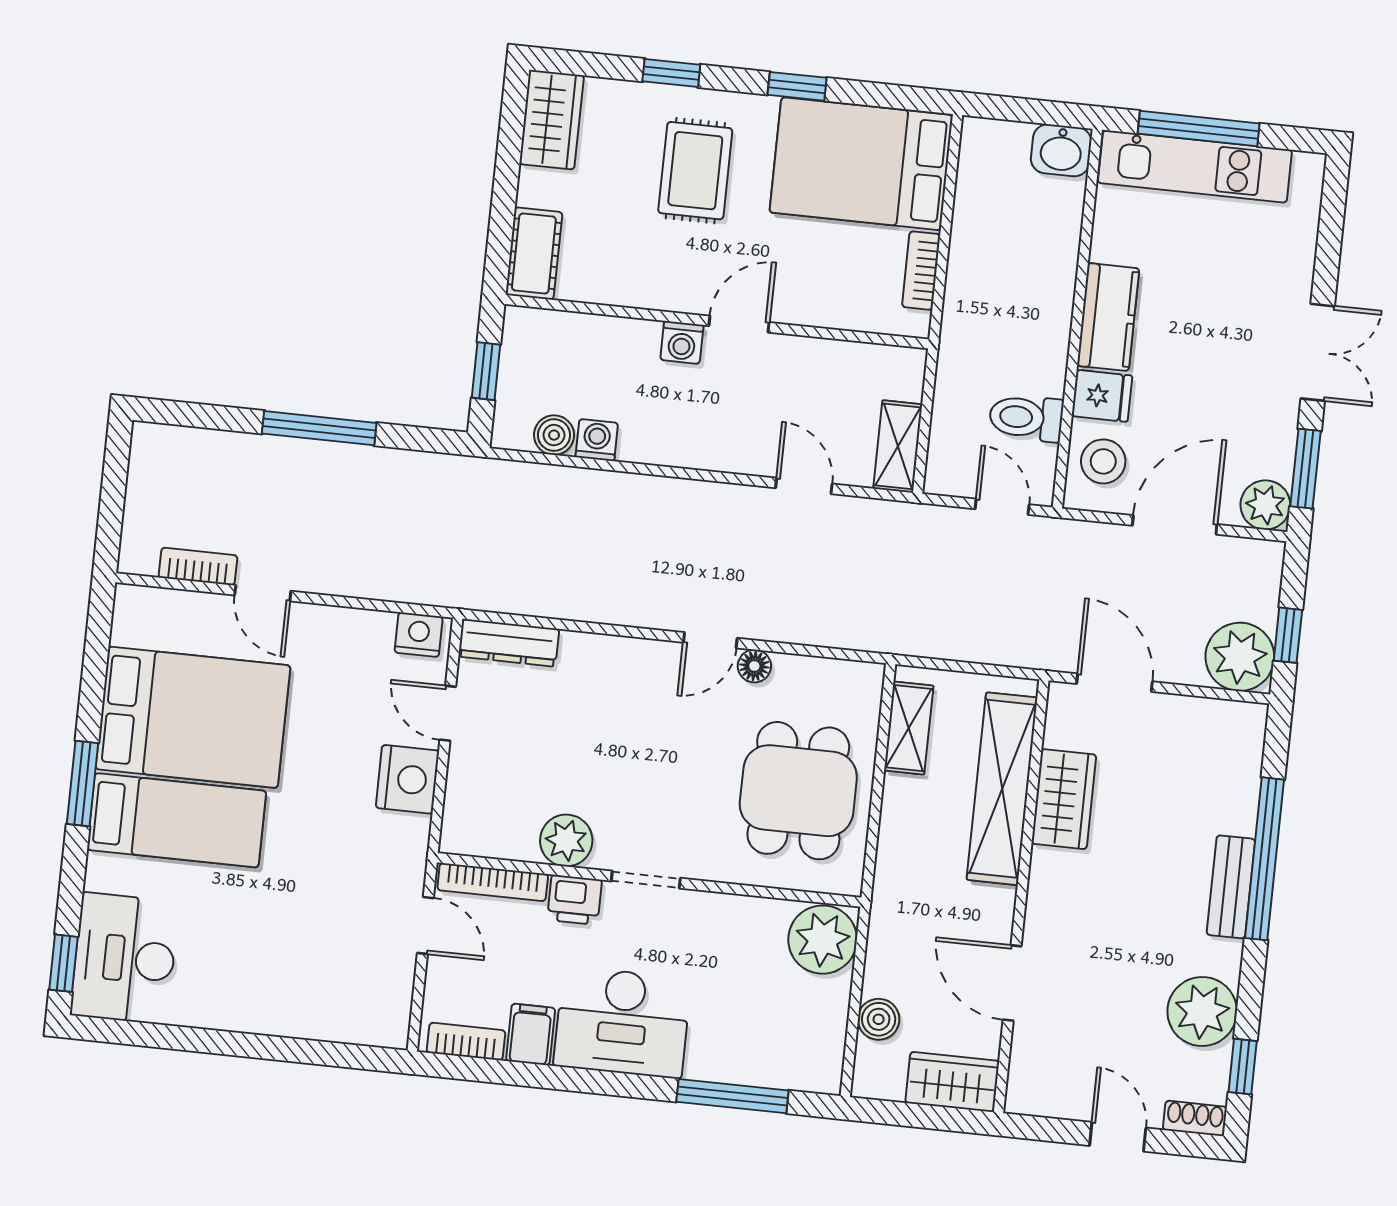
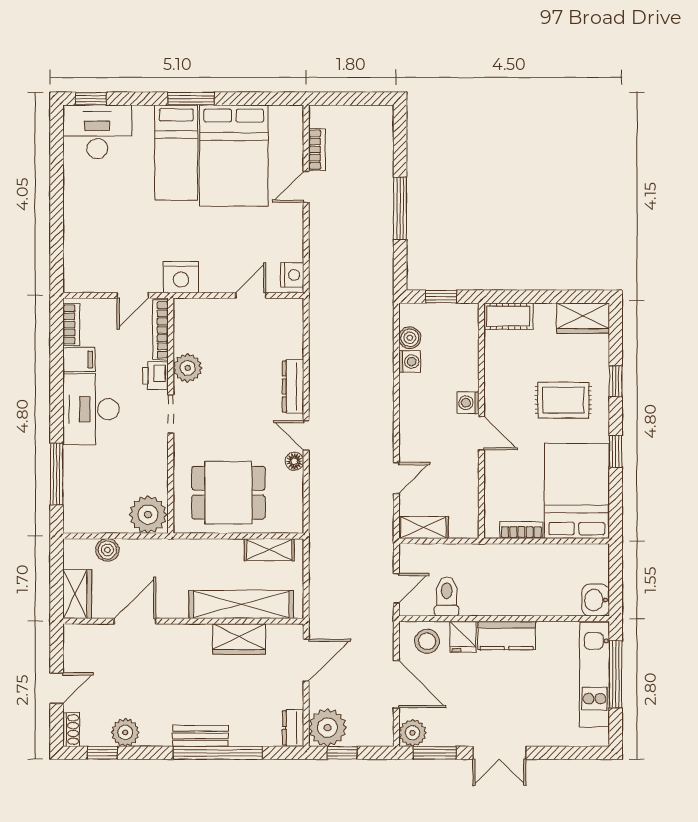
dresser: (509, 643) -> (293, 387), moved
dresser: (1234, 719) -> (293, 728), added
nightstand: (407, 779) -> (181, 277), moved
plant: (1202, 1011) -> (125, 732), width x0.73, depth x0.73

